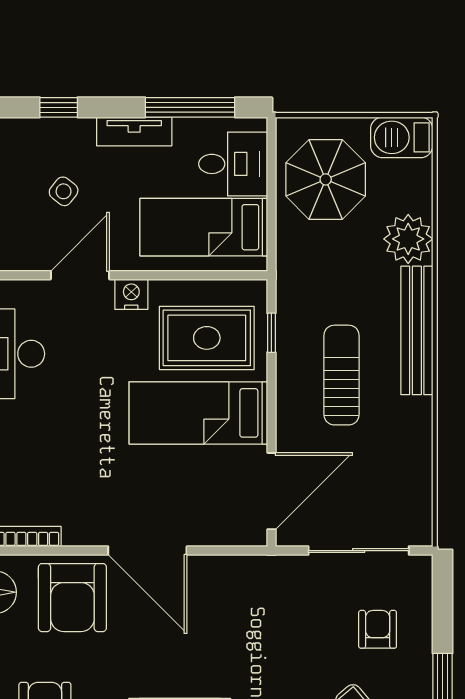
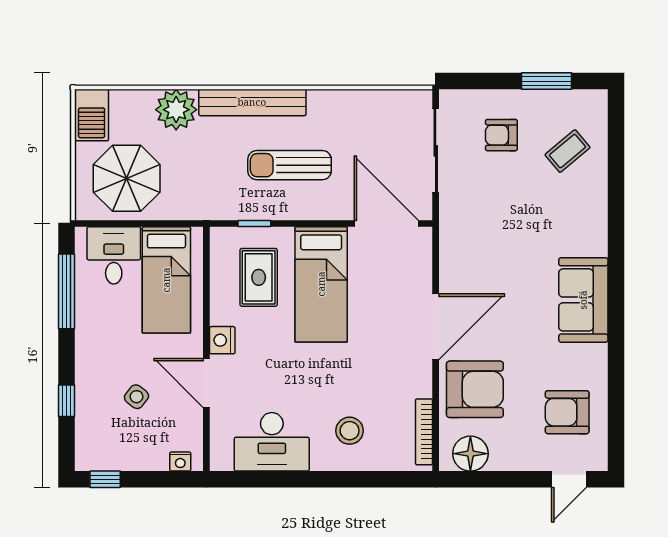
tv unit: (134, 131) -> (87, 338), removed
rug: (207, 338) -> (259, 277), width x0.73, depth x0.70
stool: (23, 447) -> (350, 431), added

